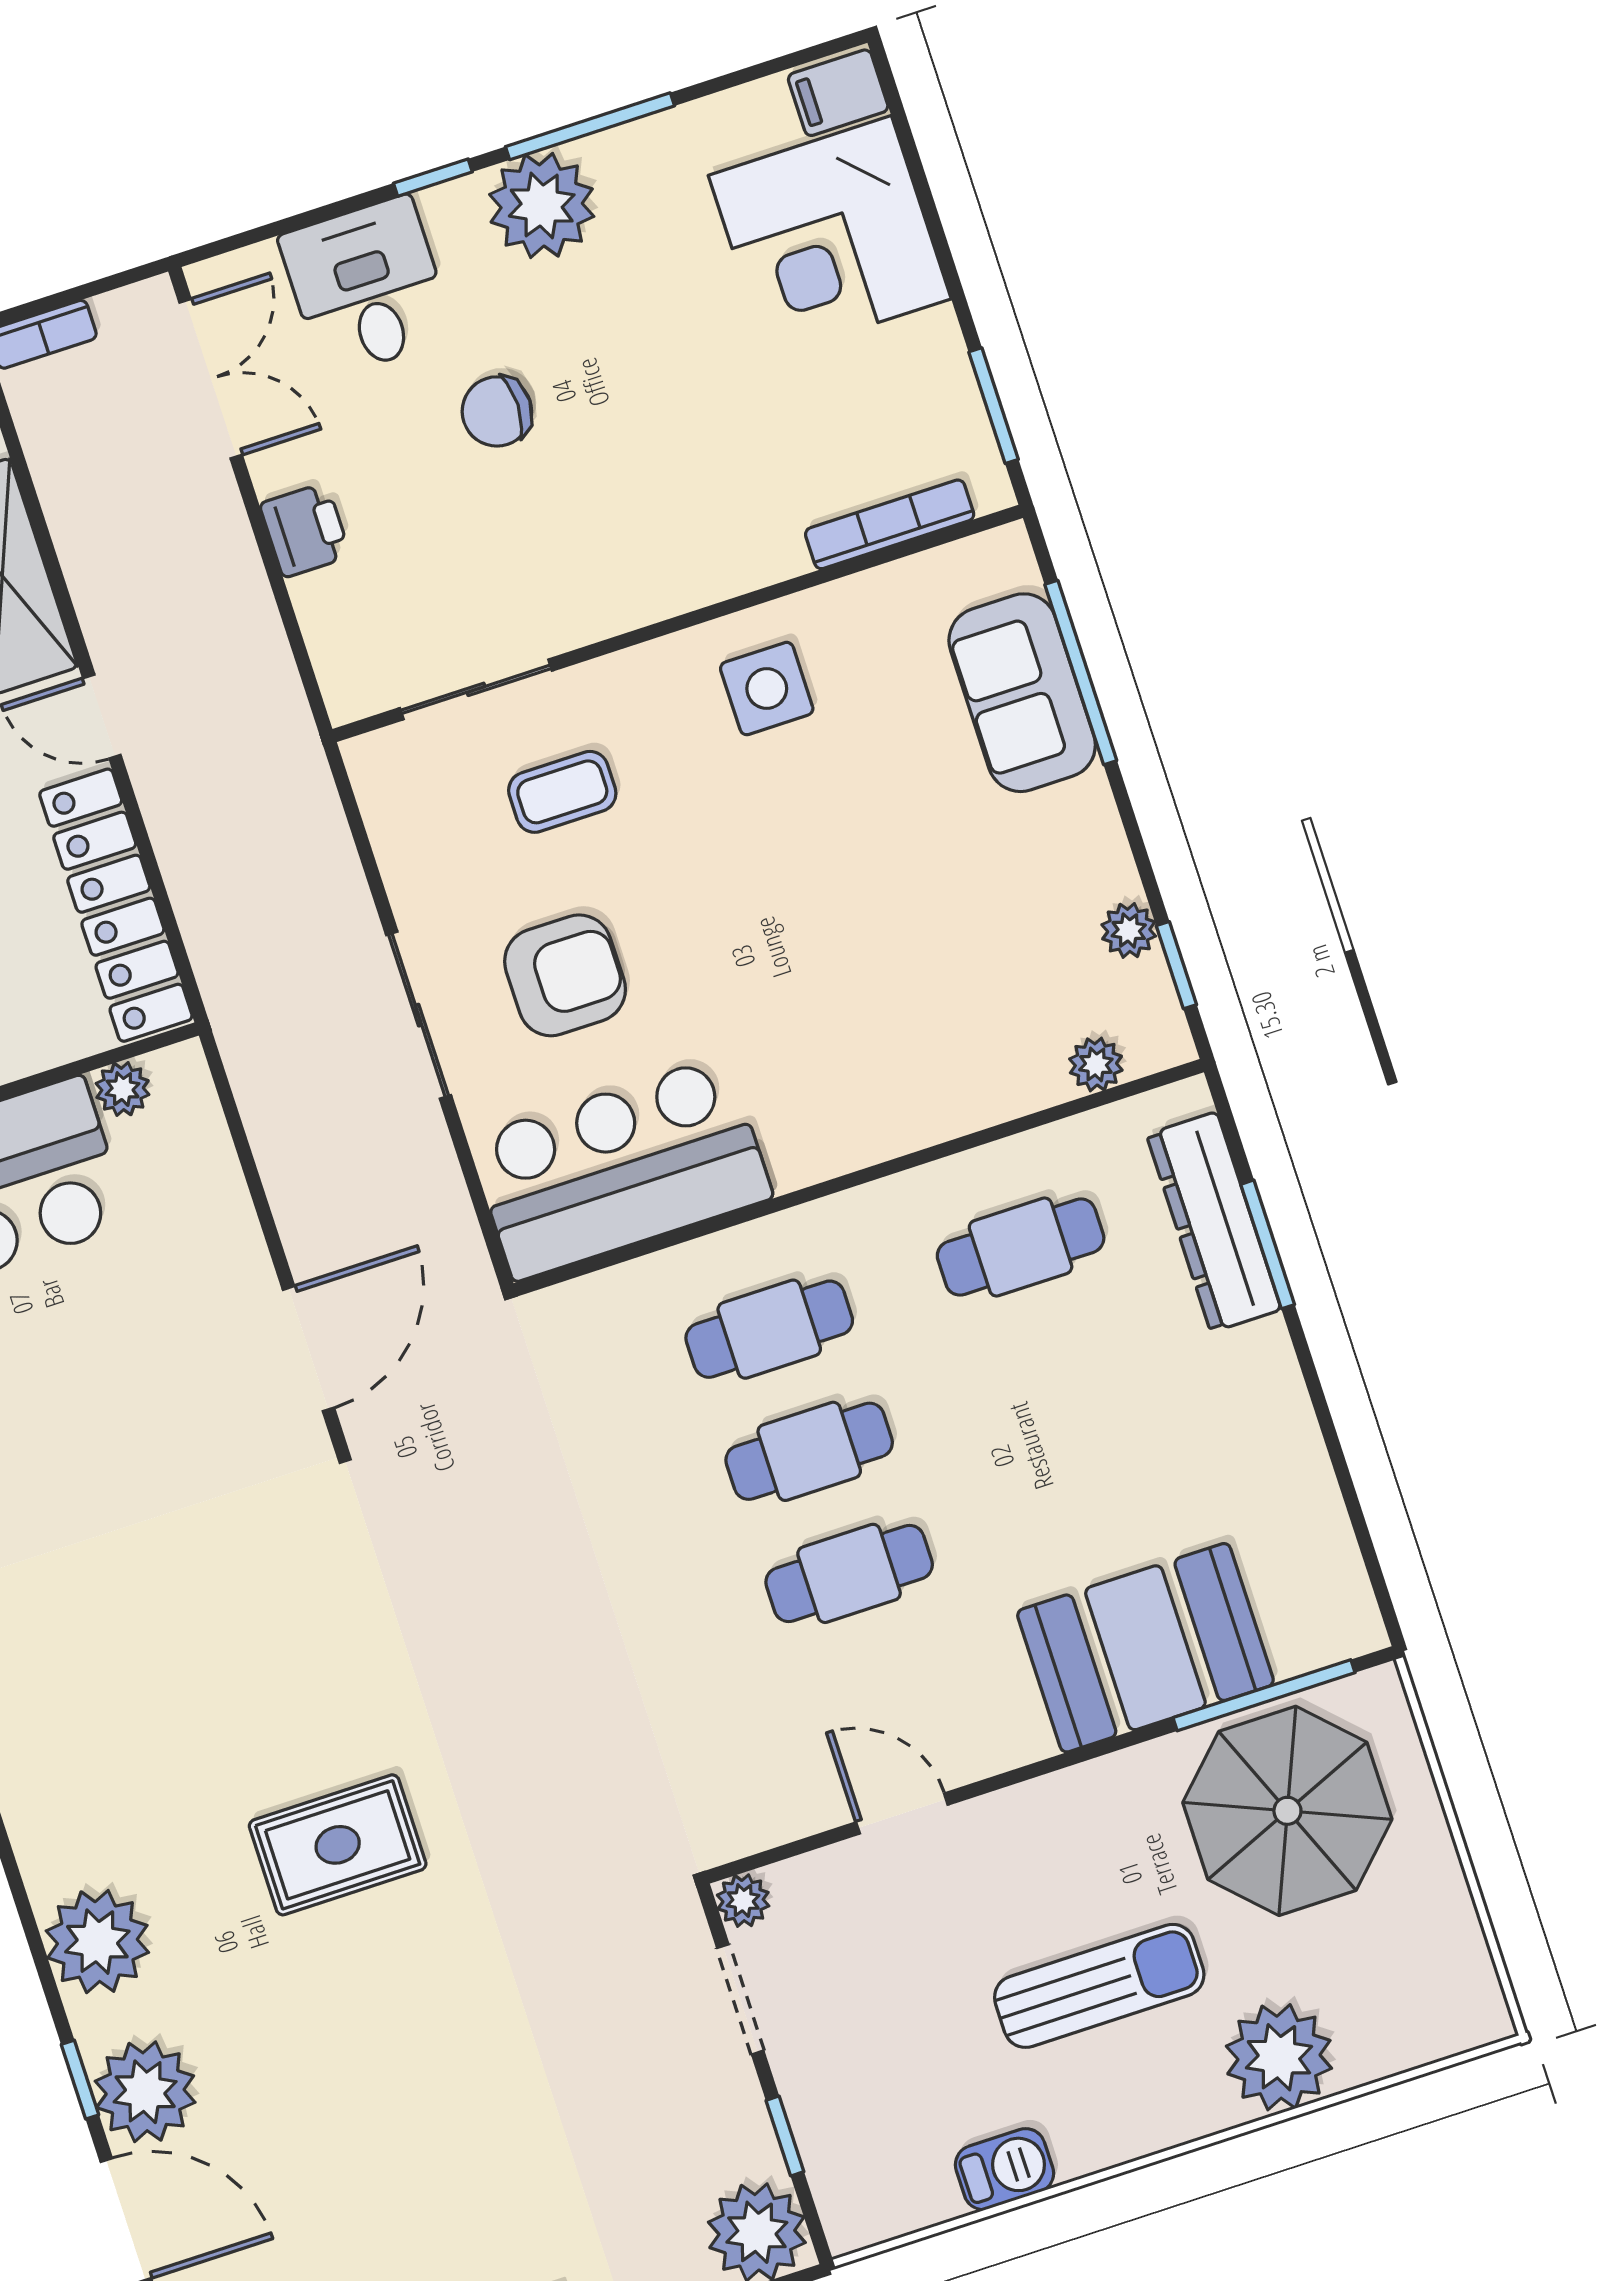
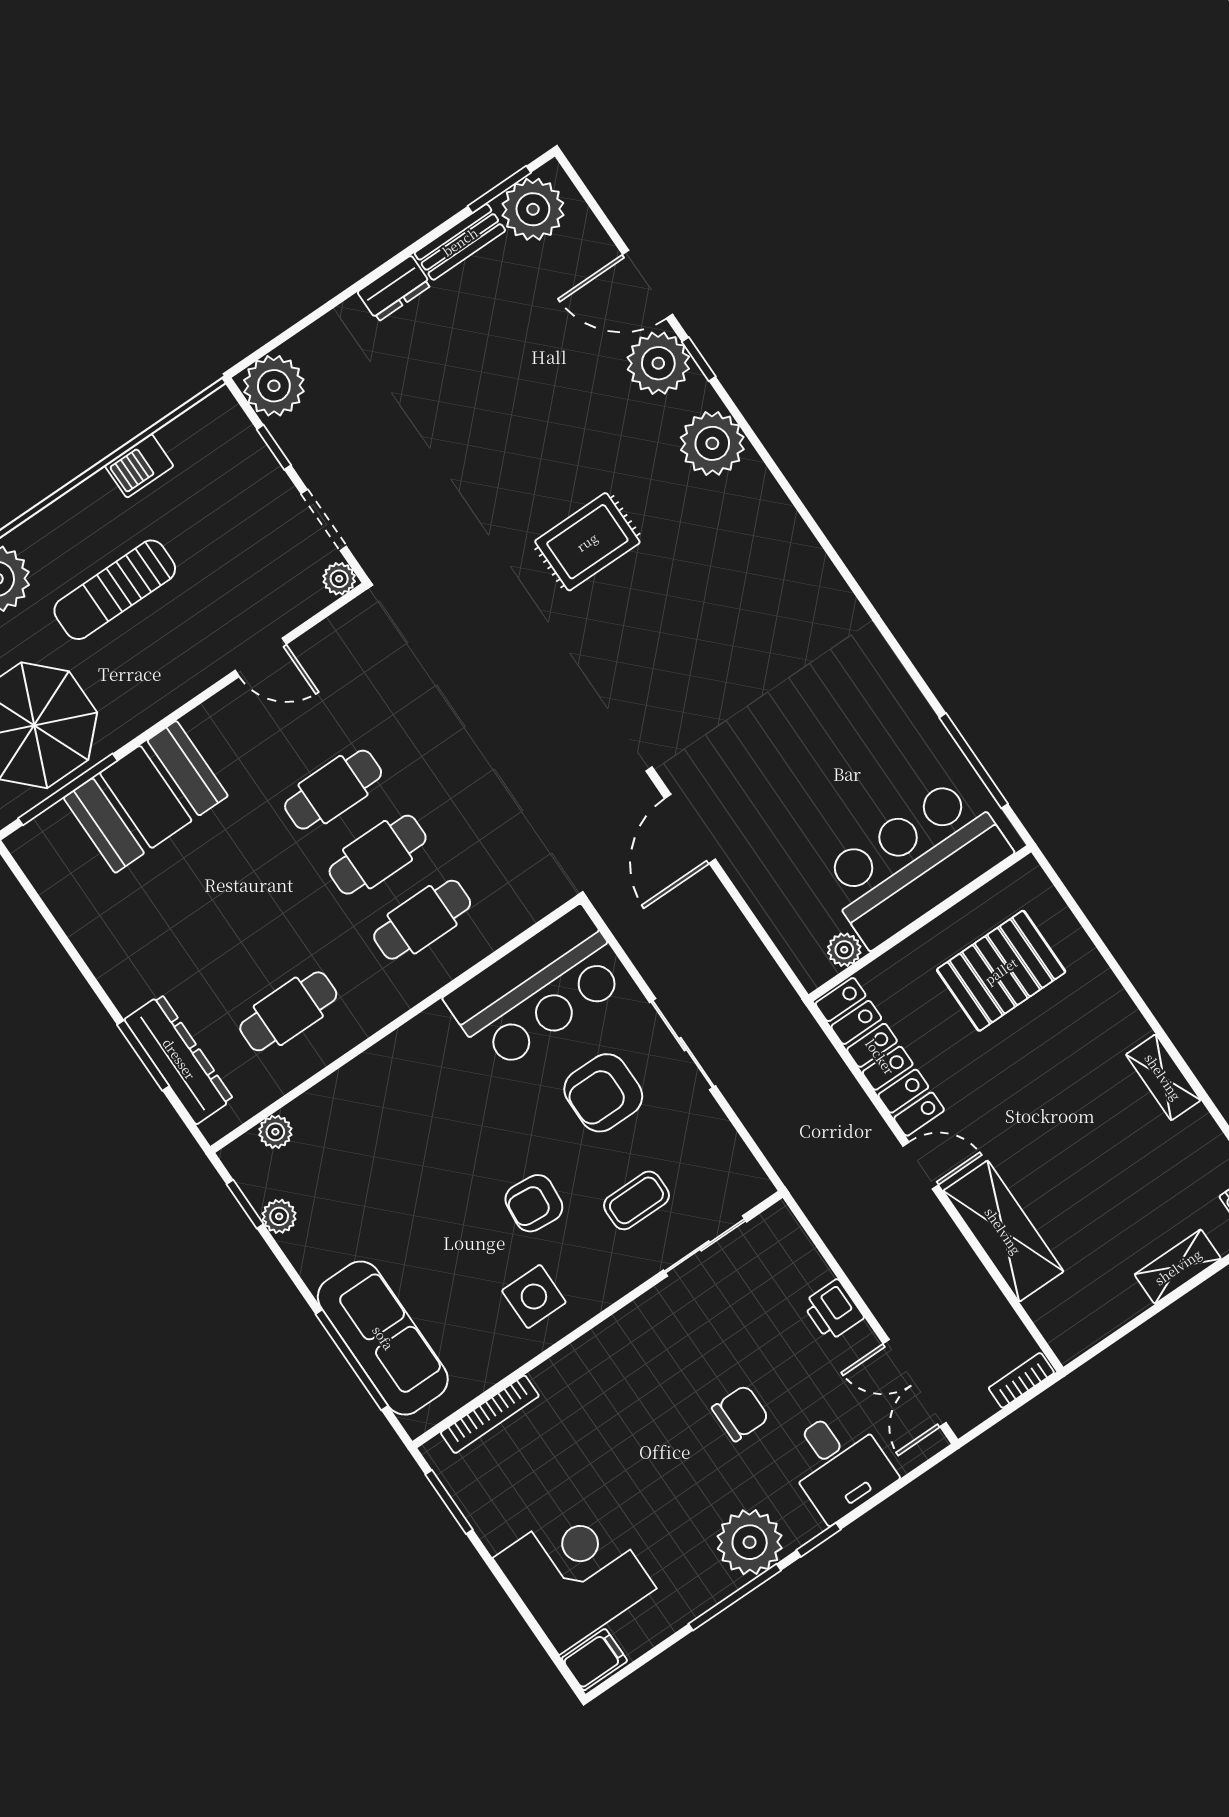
sofa: (1022, 693) -> (383, 1338), width x1.36
armchair: (724, 834) -> (534, 1203), added

